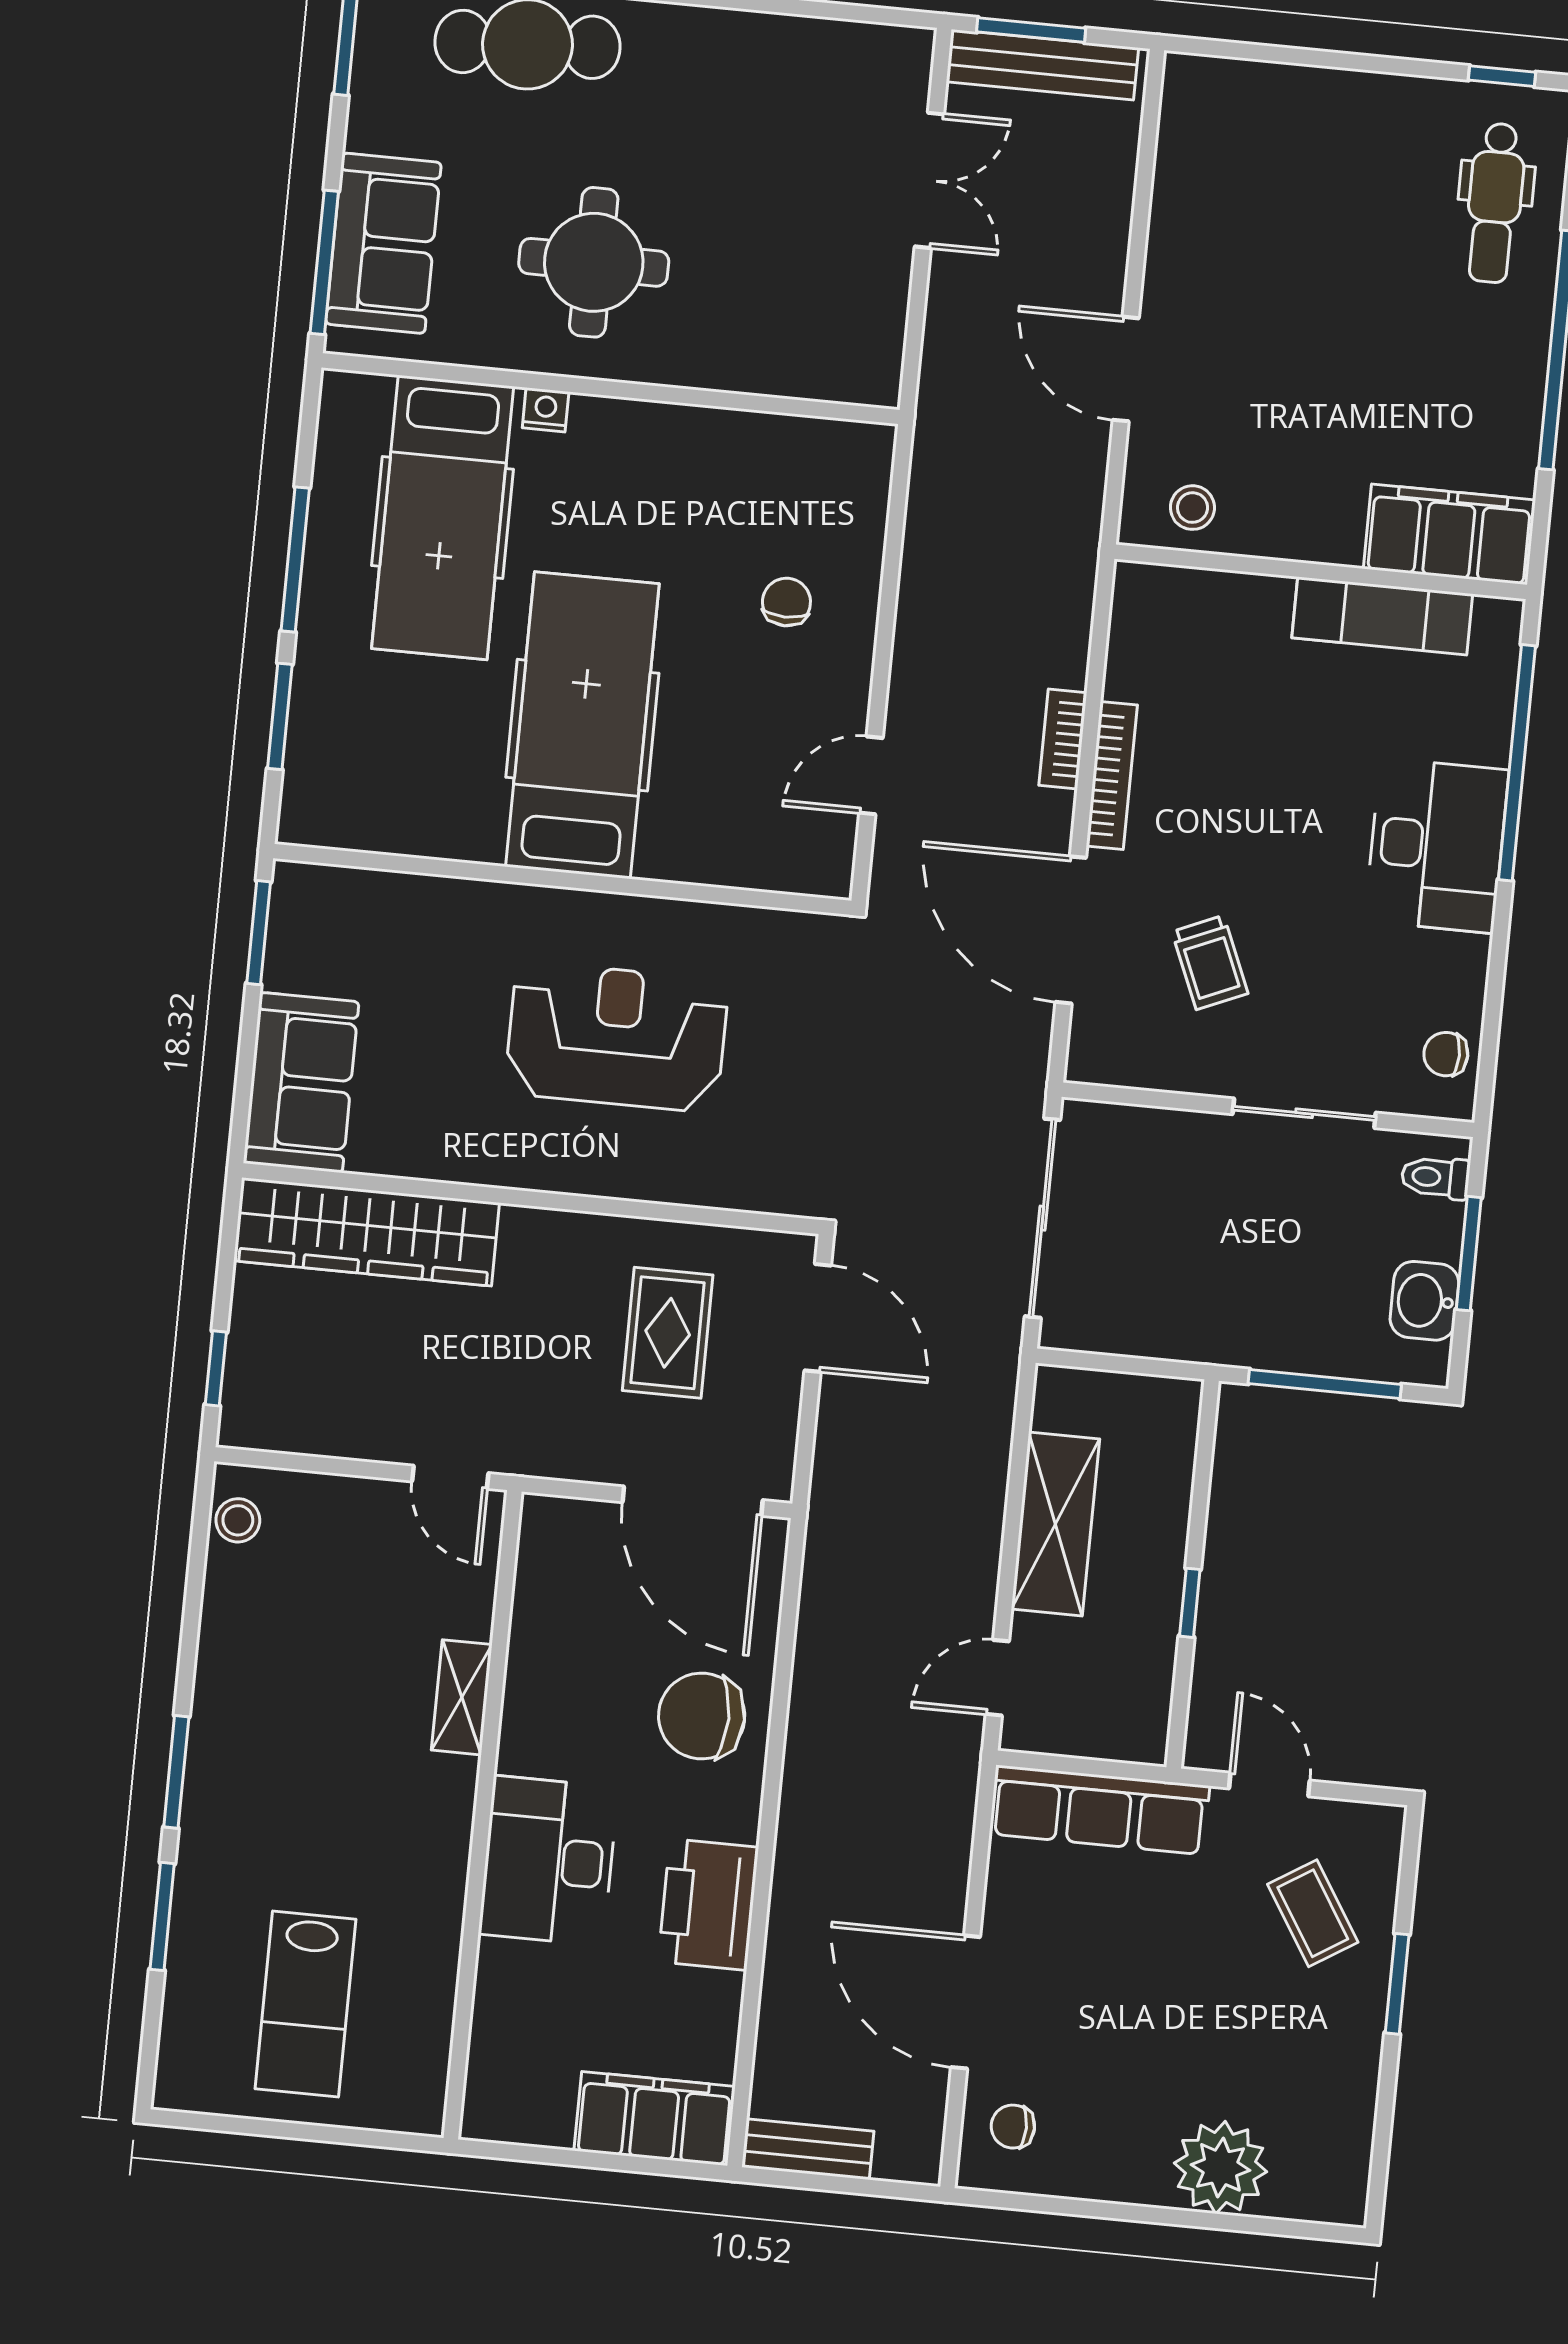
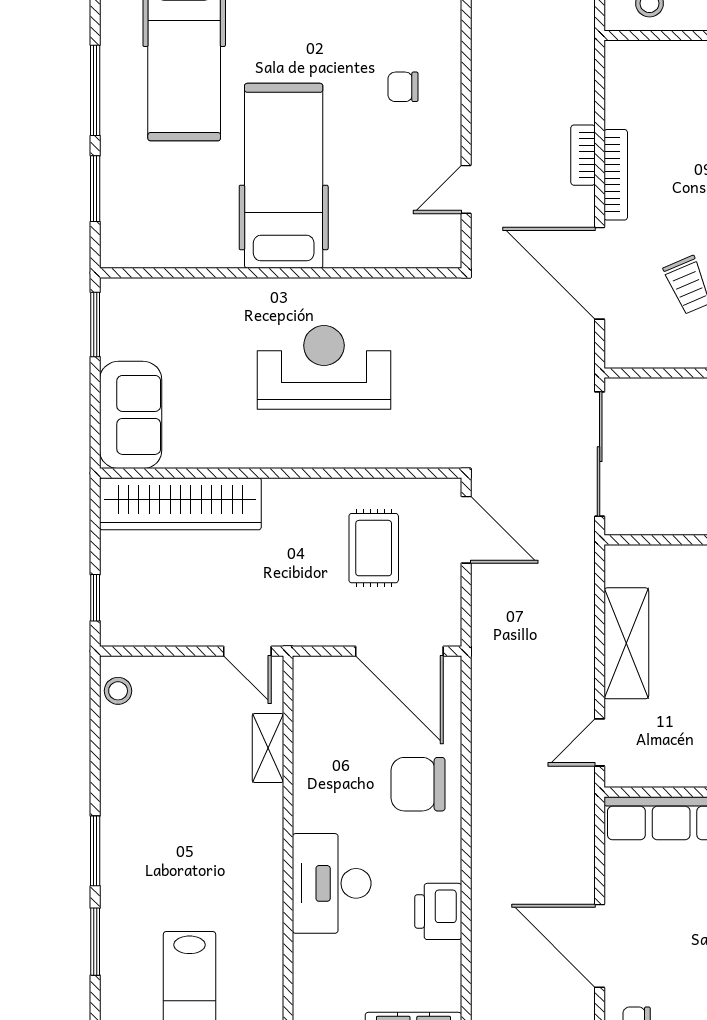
chair: (786, 602) -> (403, 87), turned -90
shelving: (462, 1697) -> (268, 748), moved
printer: (708, 1904) -> (438, 911), width x0.73, depth x0.84

